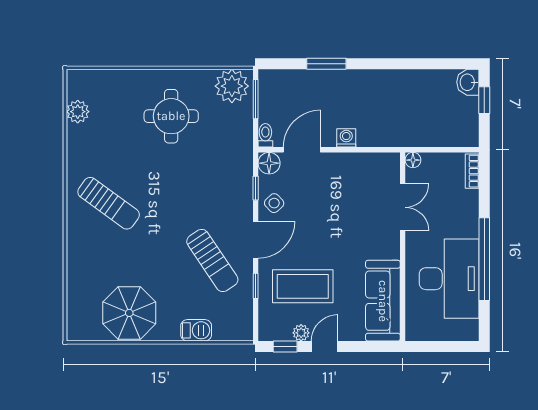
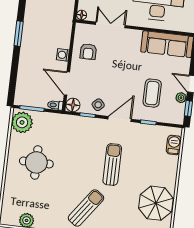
window: (326, 64) -> (19, 34), moved
armchair: (356, 177) -> (88, 52), added
door: (256, 240) -> (120, 119), hinge flipped
sun lounger: (212, 261) -> (112, 165), moved, turned -56
coffee table: (303, 286) -> (152, 93), width x0.73, depth x0.76
barbecue: (196, 330) -> (174, 145), moved

